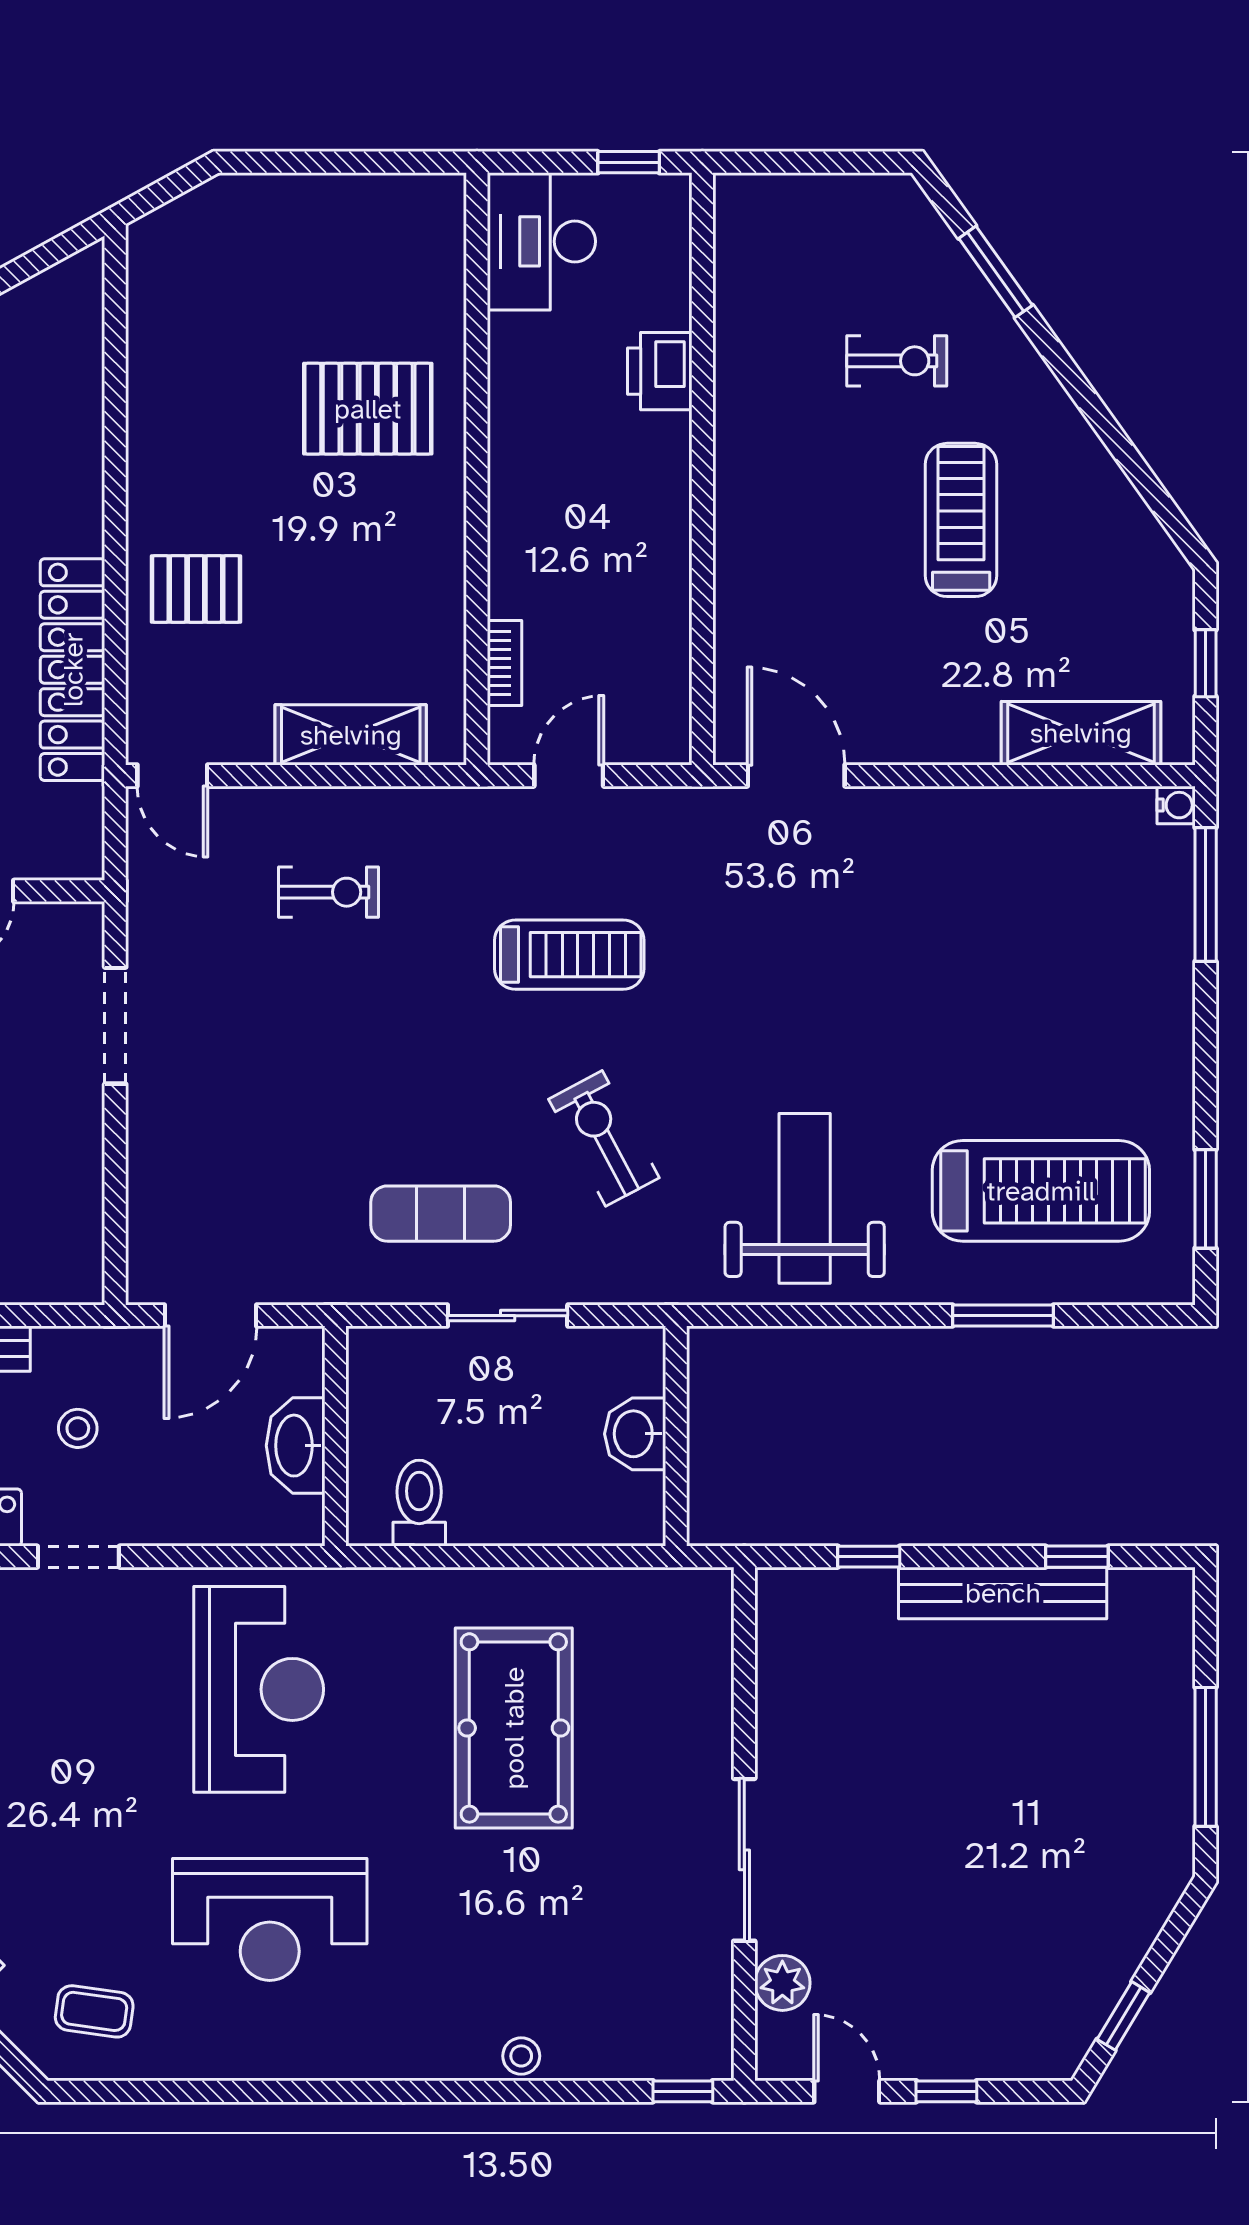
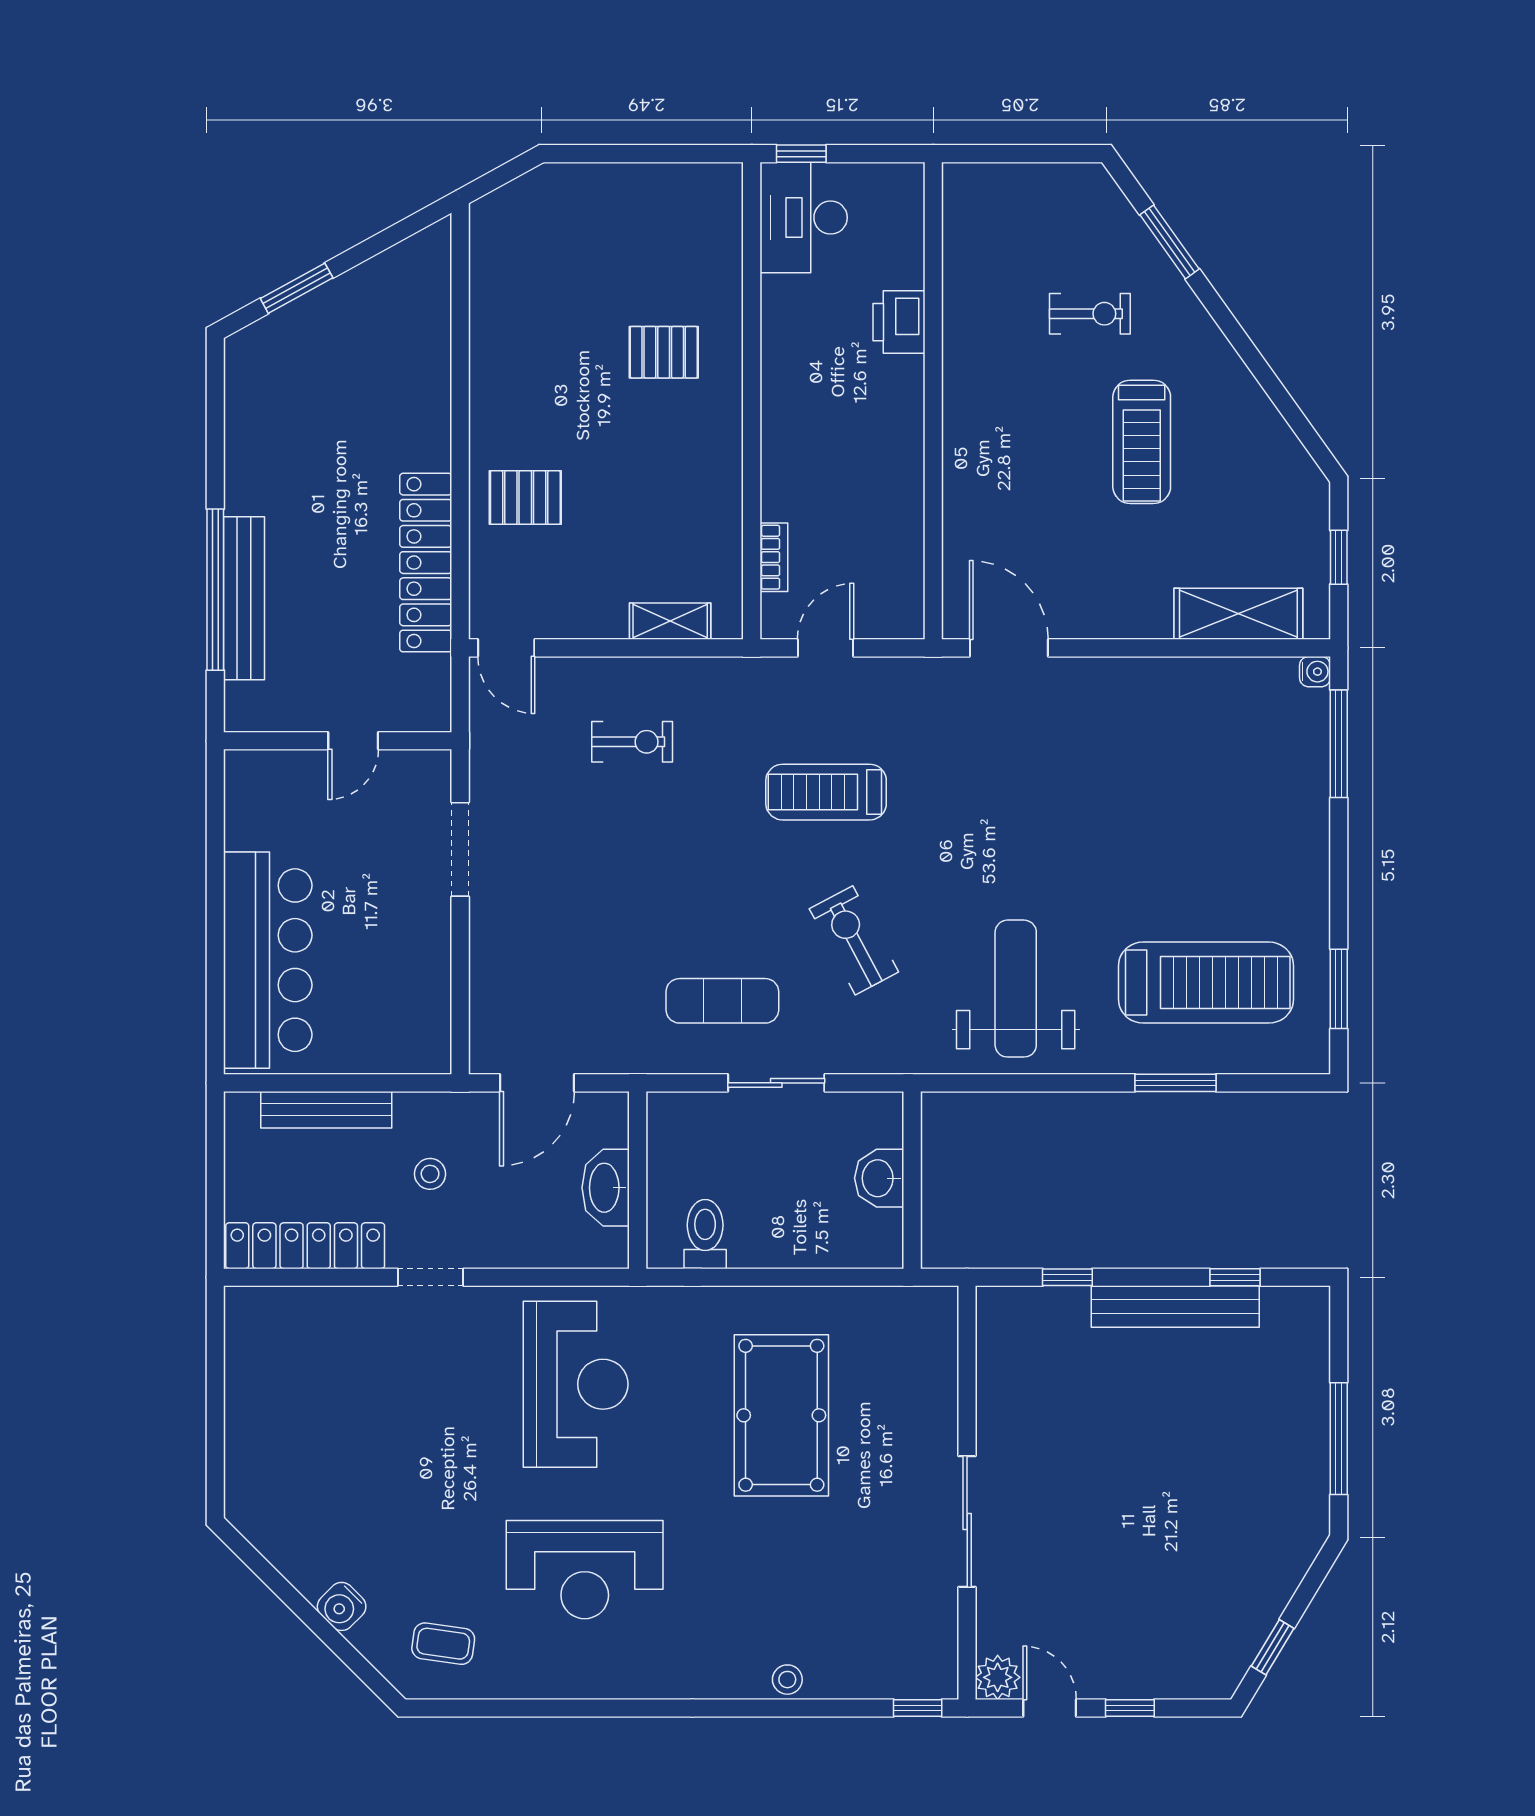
window: (629, 162) -> (801, 154), moved
pallet: (368, 409) -> (664, 352), width x0.67, depth x0.71
treadmill: (961, 520) -> (1142, 442), turned 180
shelving: (351, 735) -> (670, 621), width x0.67, depth x0.75
treadmill: (569, 955) -> (826, 792), turned 180
plant: (782, 1983) -> (998, 1677), moved

